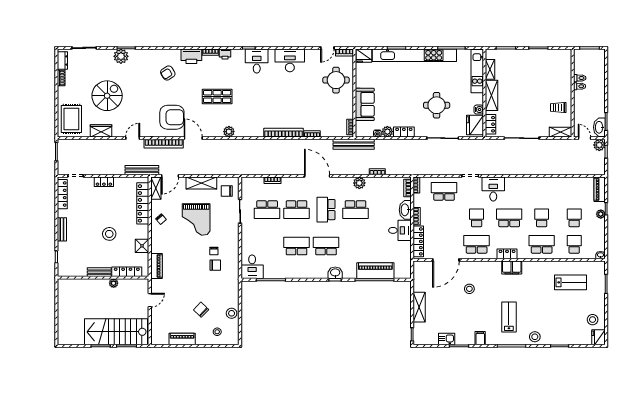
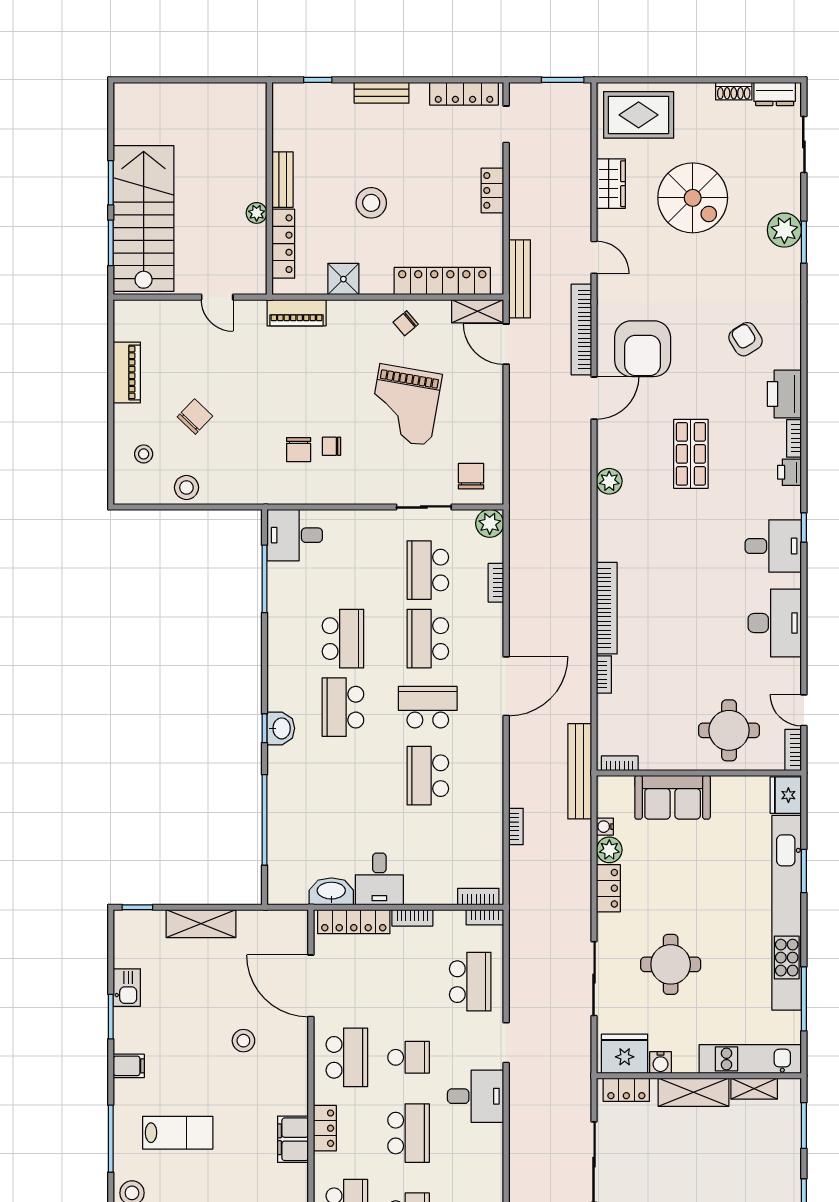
shelving: (201, 183) -> (490, 417), removed
plant: (359, 183) -> (490, 523), moved
washbasin: (405, 210) -> (331, 891), moved
grand piano: (196, 219) -> (405, 405), turned -80
school desk: (326, 246) -> (343, 707), turned 180
piano: (375, 271) -> (286, 822), removed

